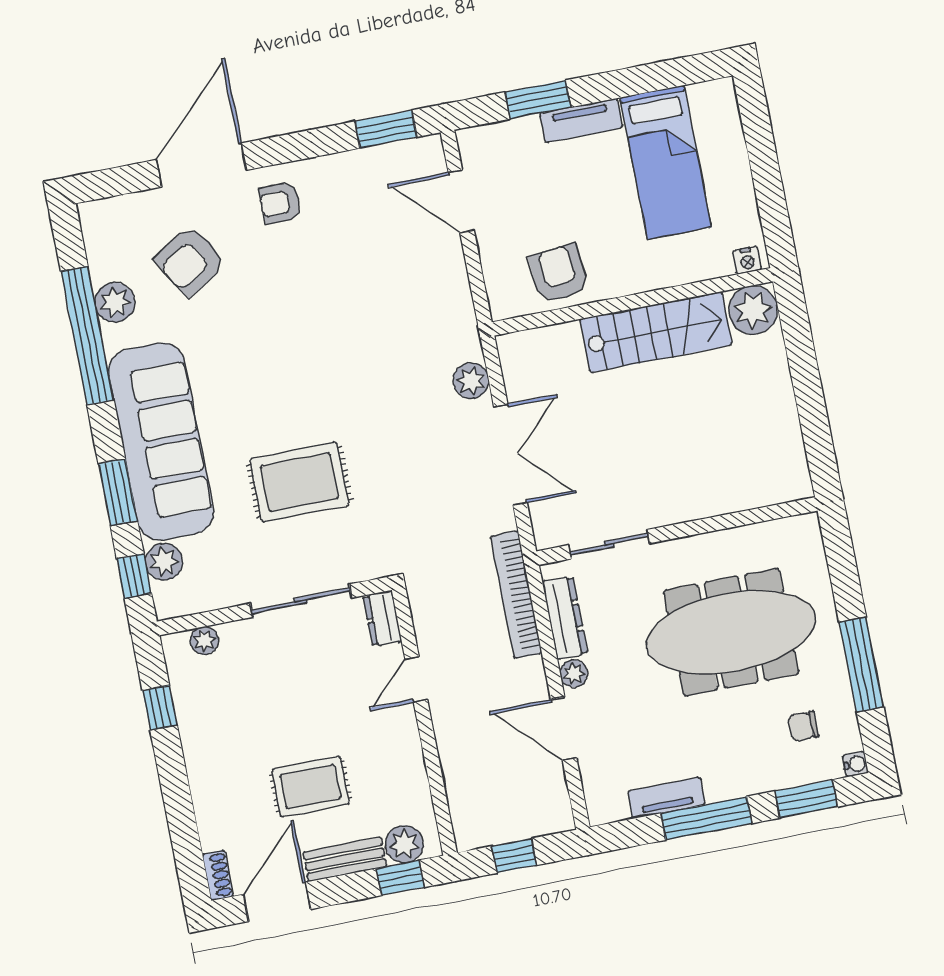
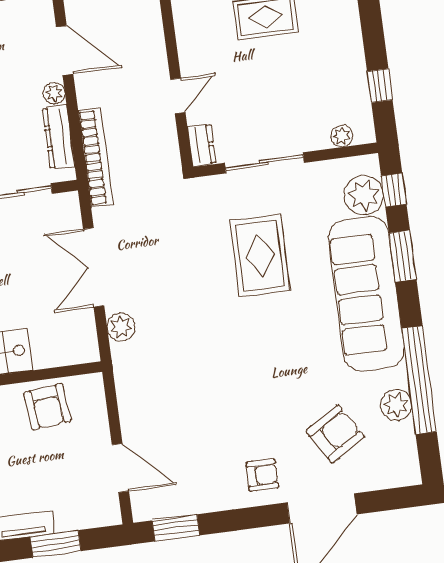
rug: (299, 482) -> (260, 256), turned 90
plant: (164, 562) -> (364, 195), width x1.36, depth x1.36

